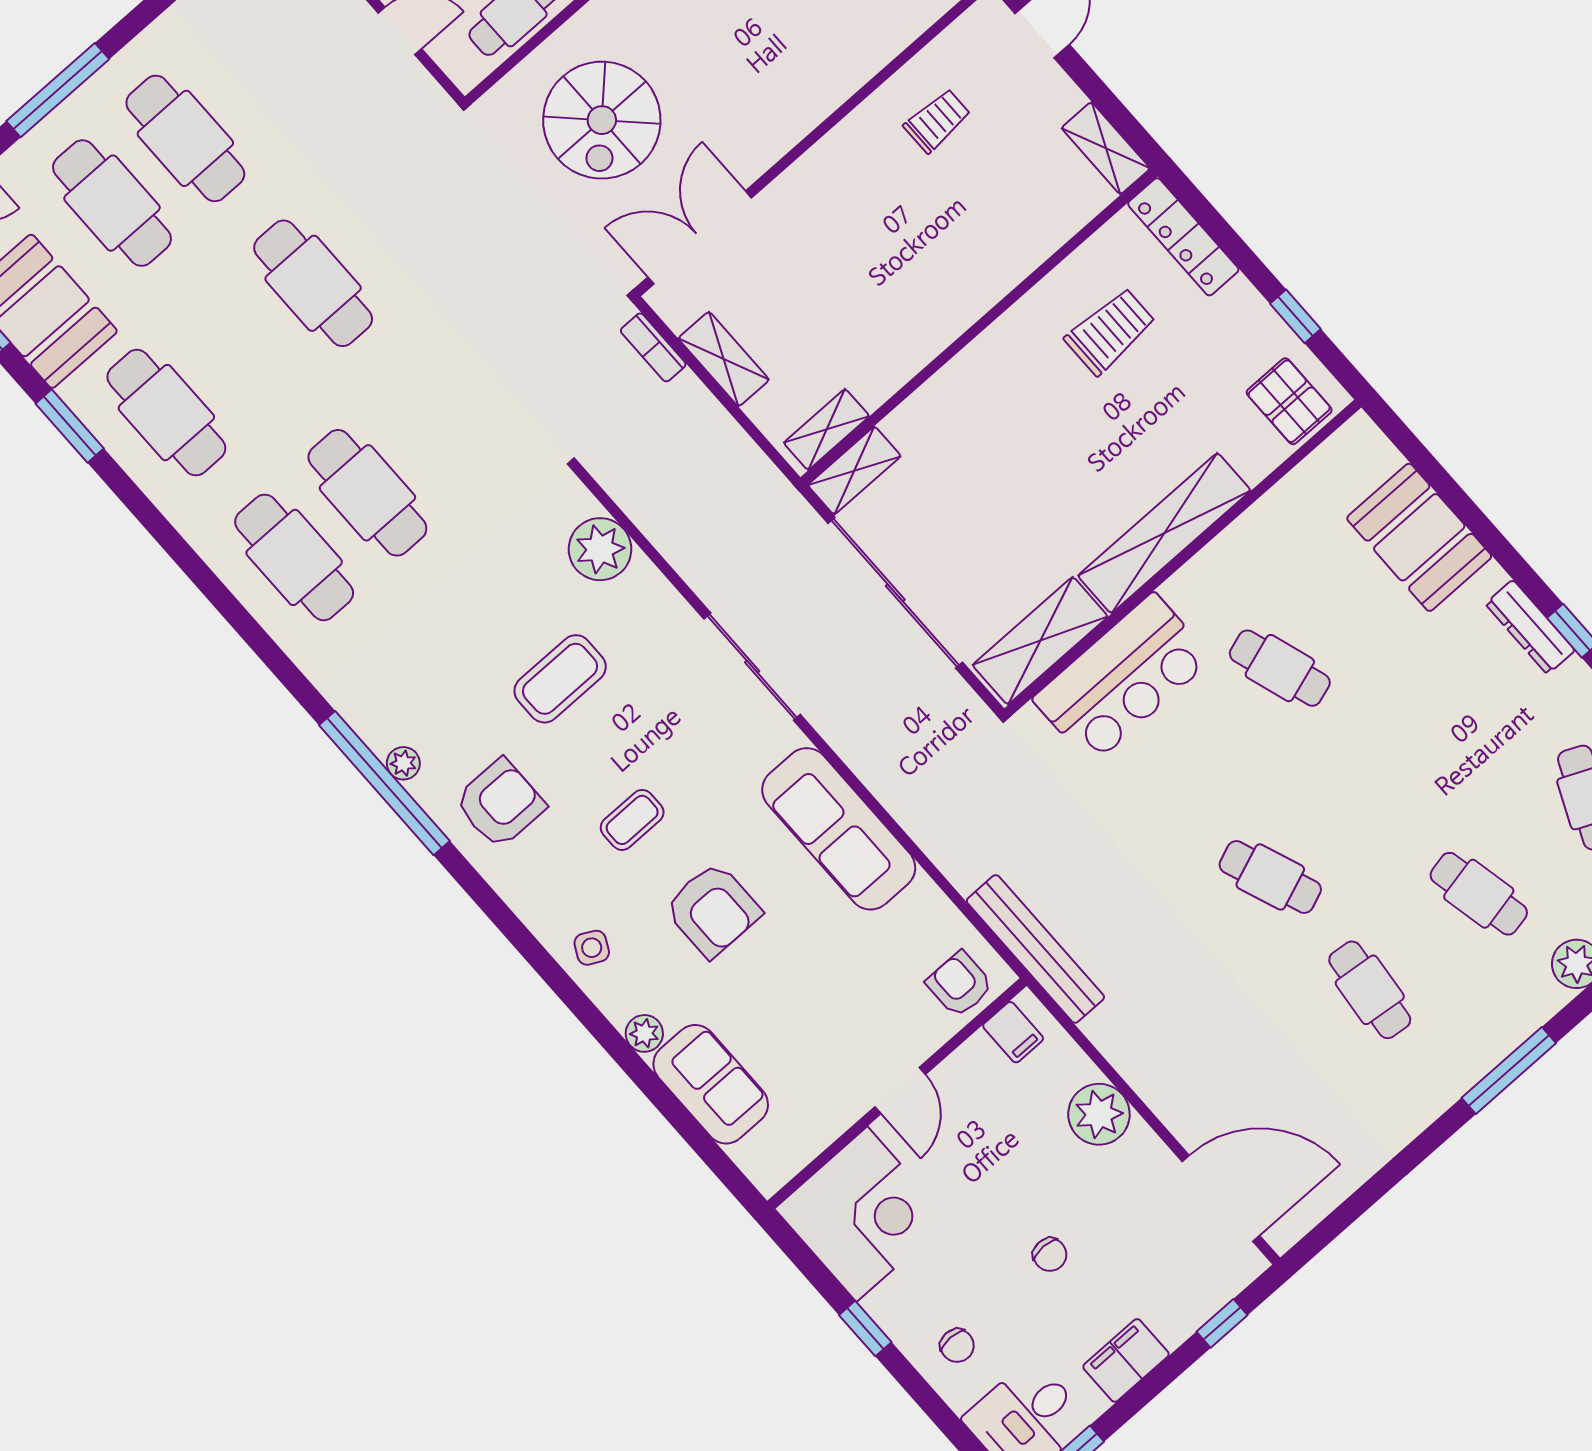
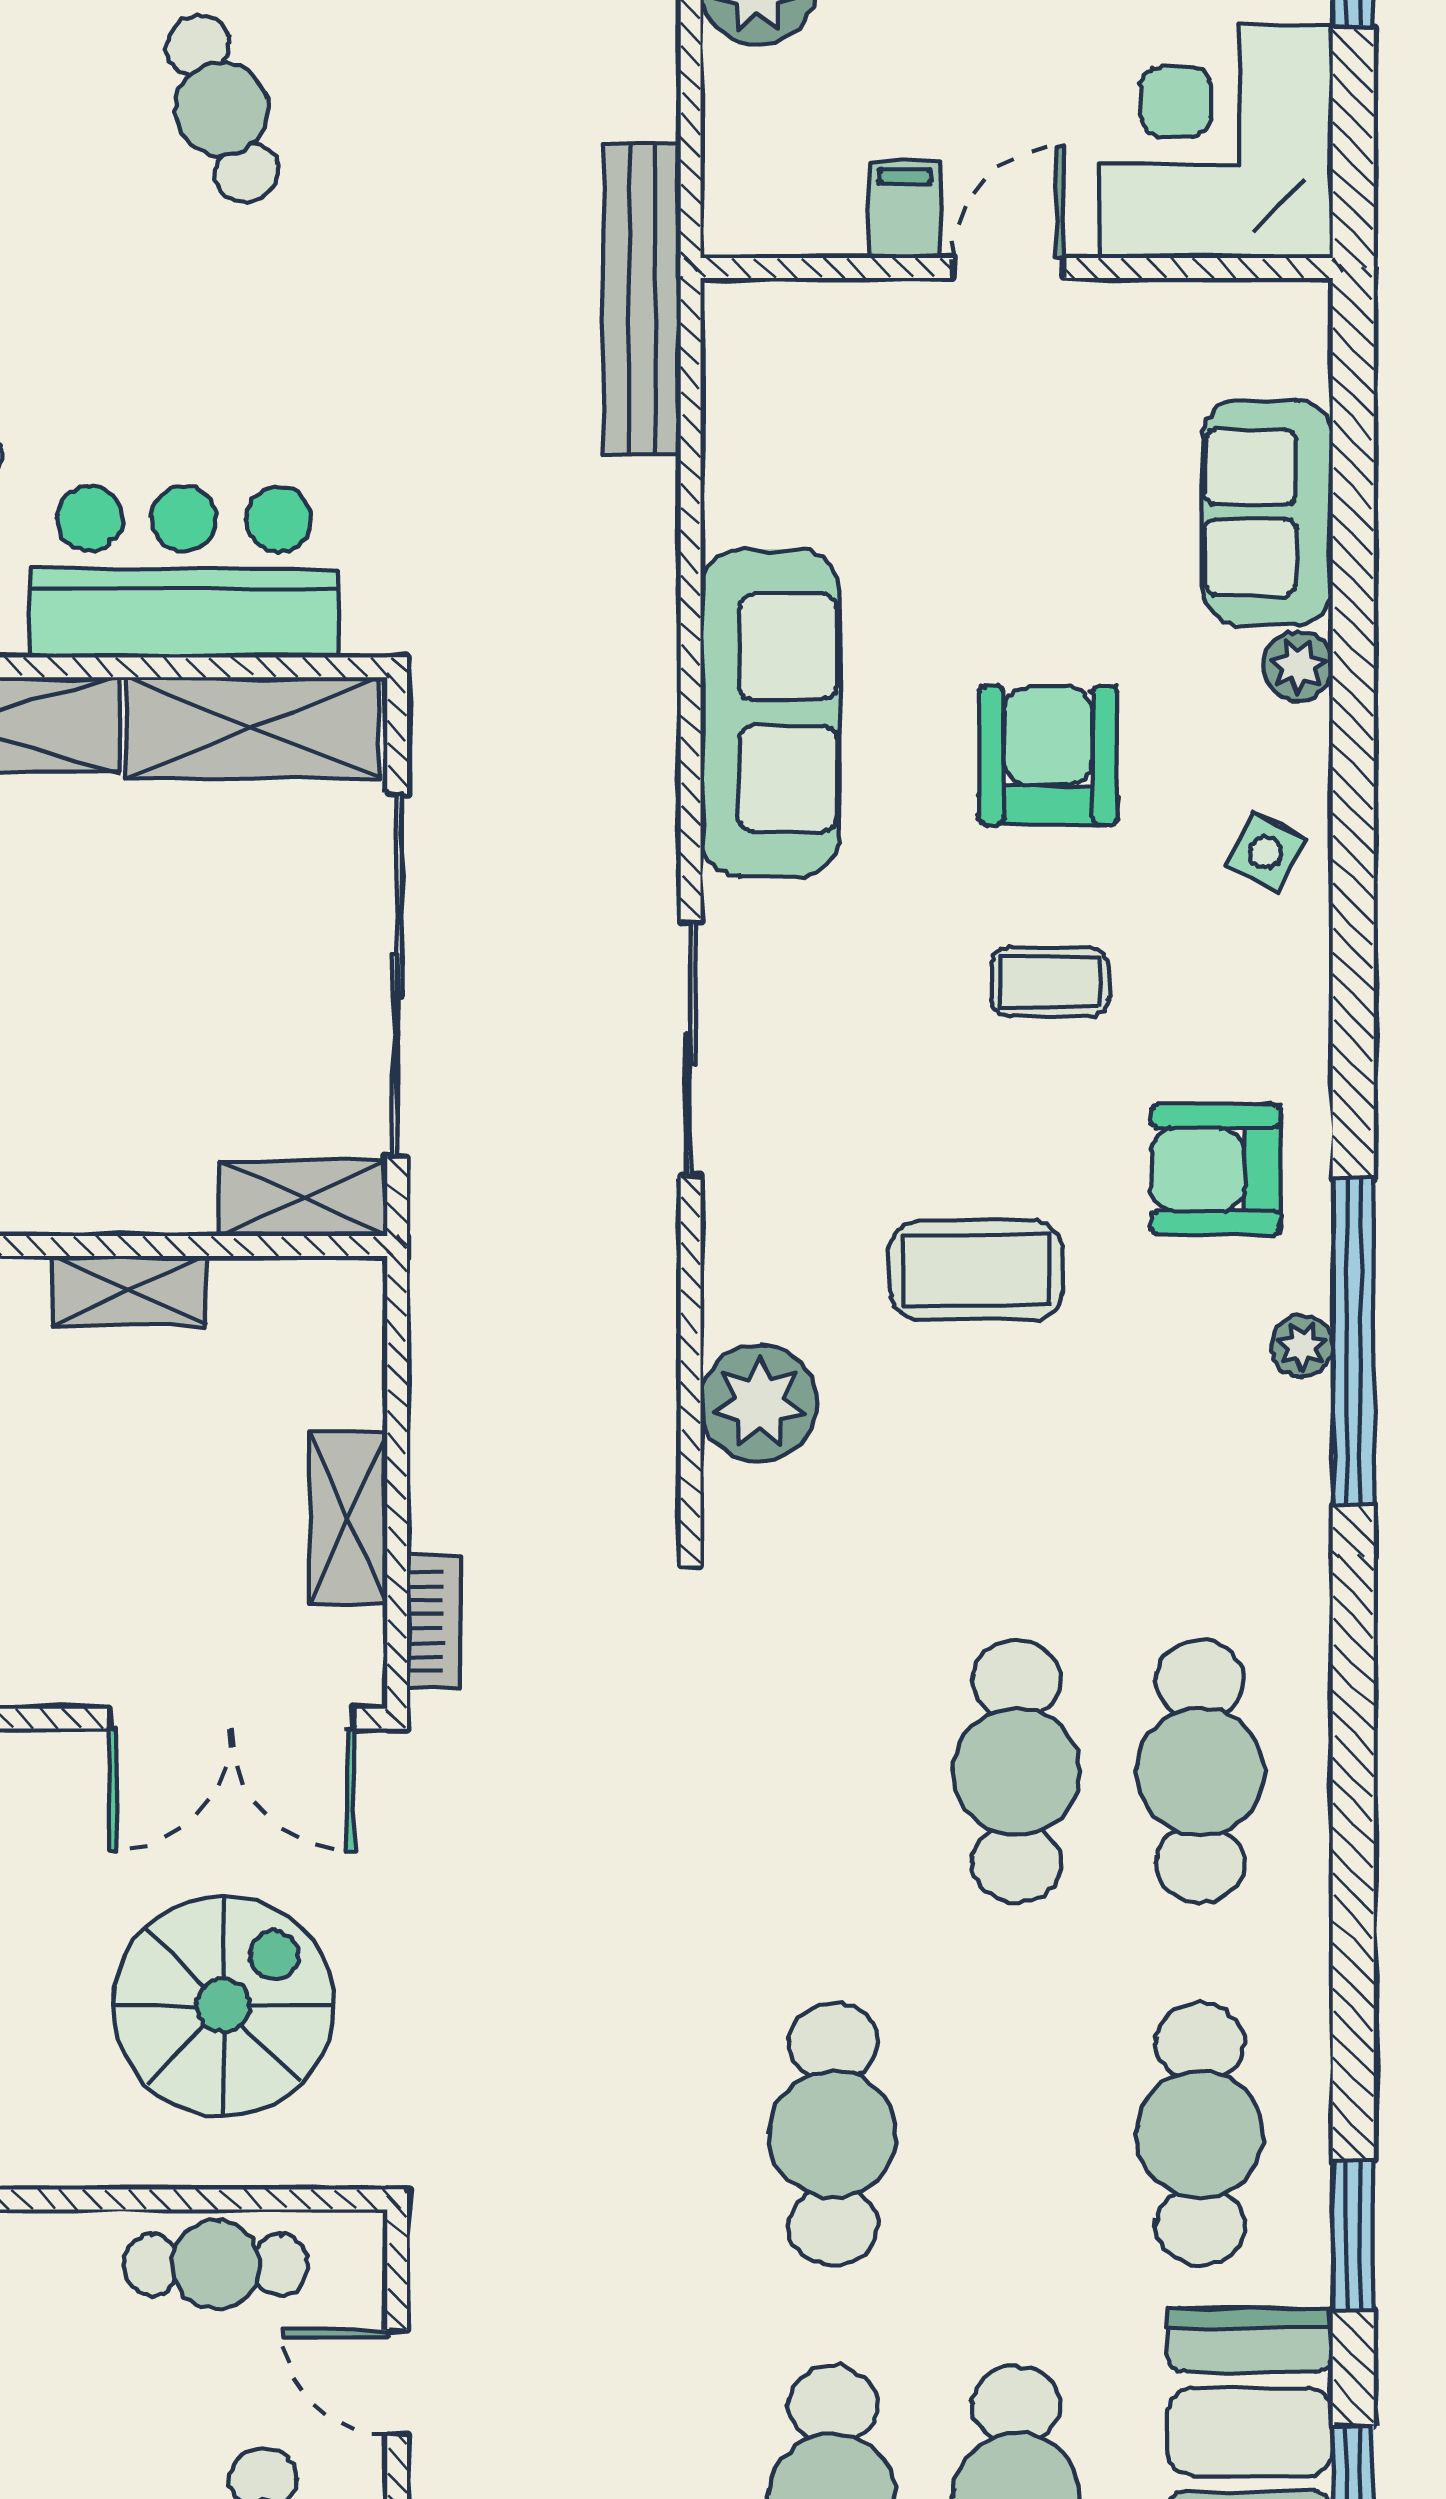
shelving: (826, 429) -> (130, 1291), moved
armchair: (960, 984) -> (793, 344), removed
filing cabinet: (1013, 1032) -> (905, 210), moved

